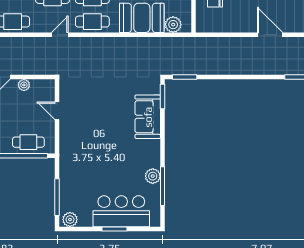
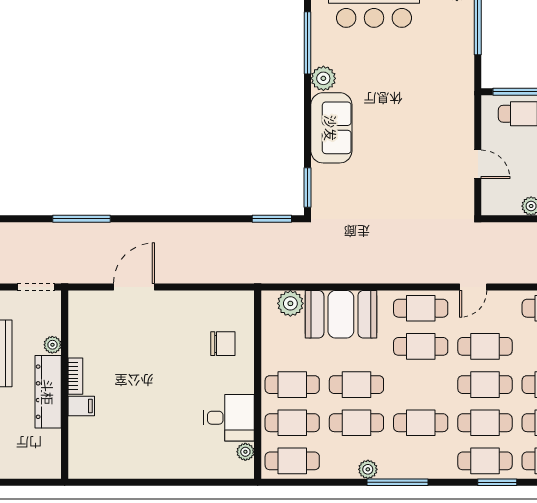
door: (270, 35) -> (134, 287), swing flipped
sofa: (148, 117) -> (331, 128), moved
plant: (153, 176) -> (323, 78), moved

